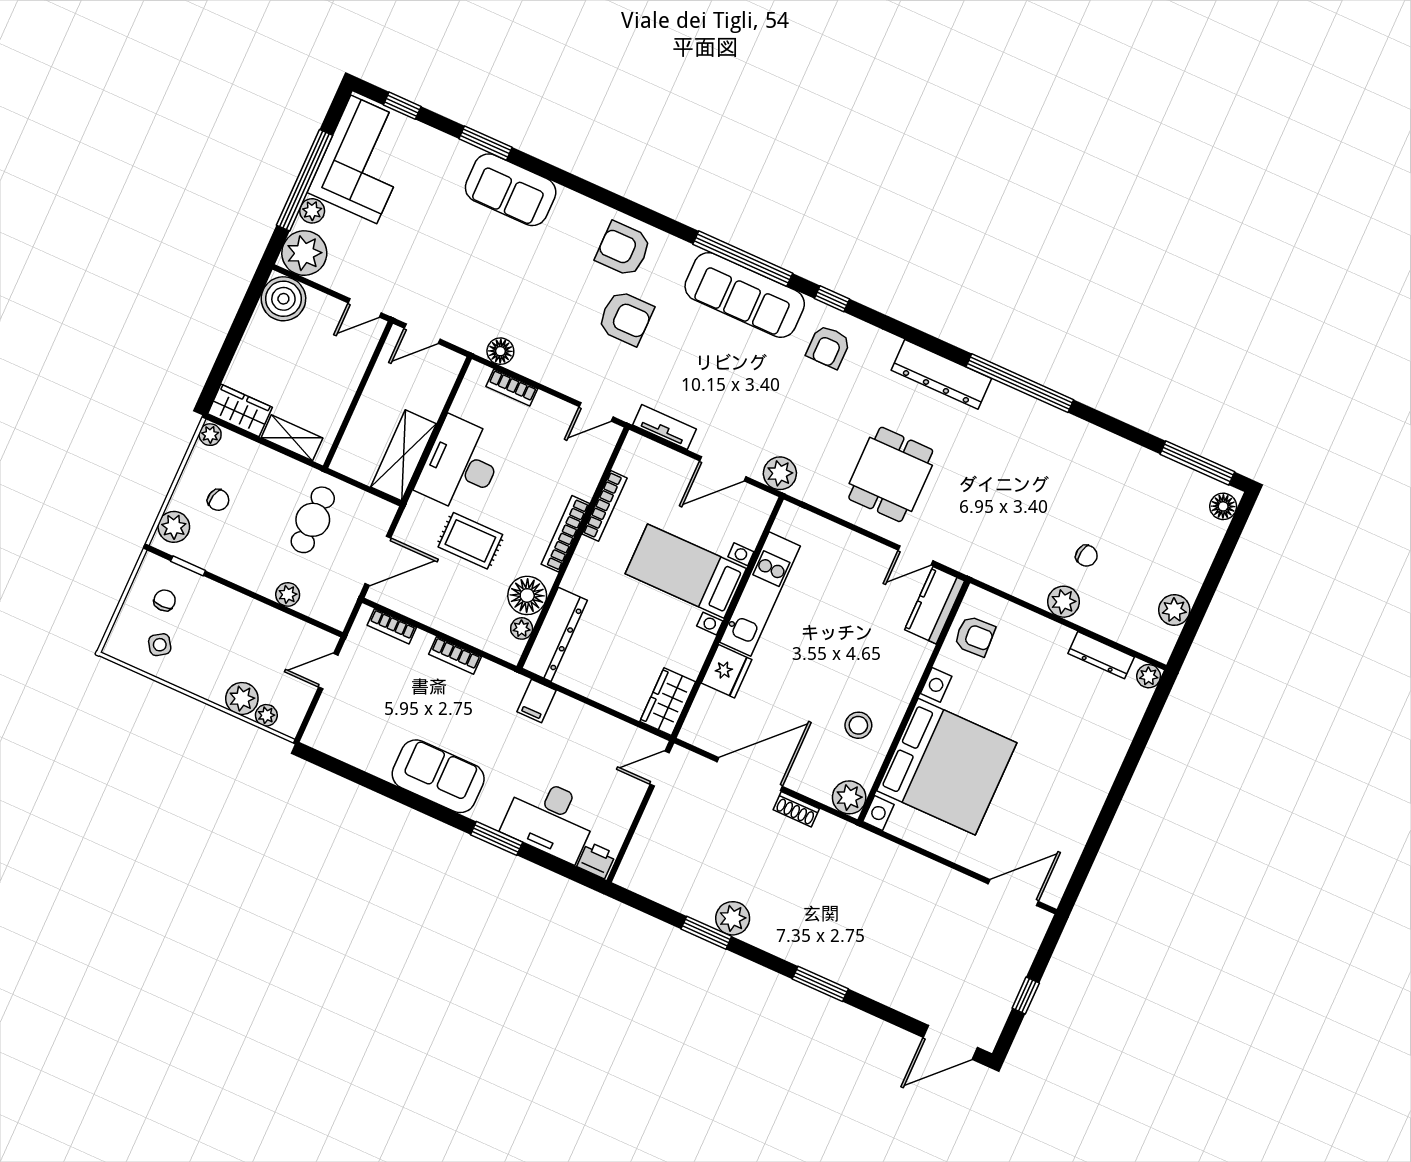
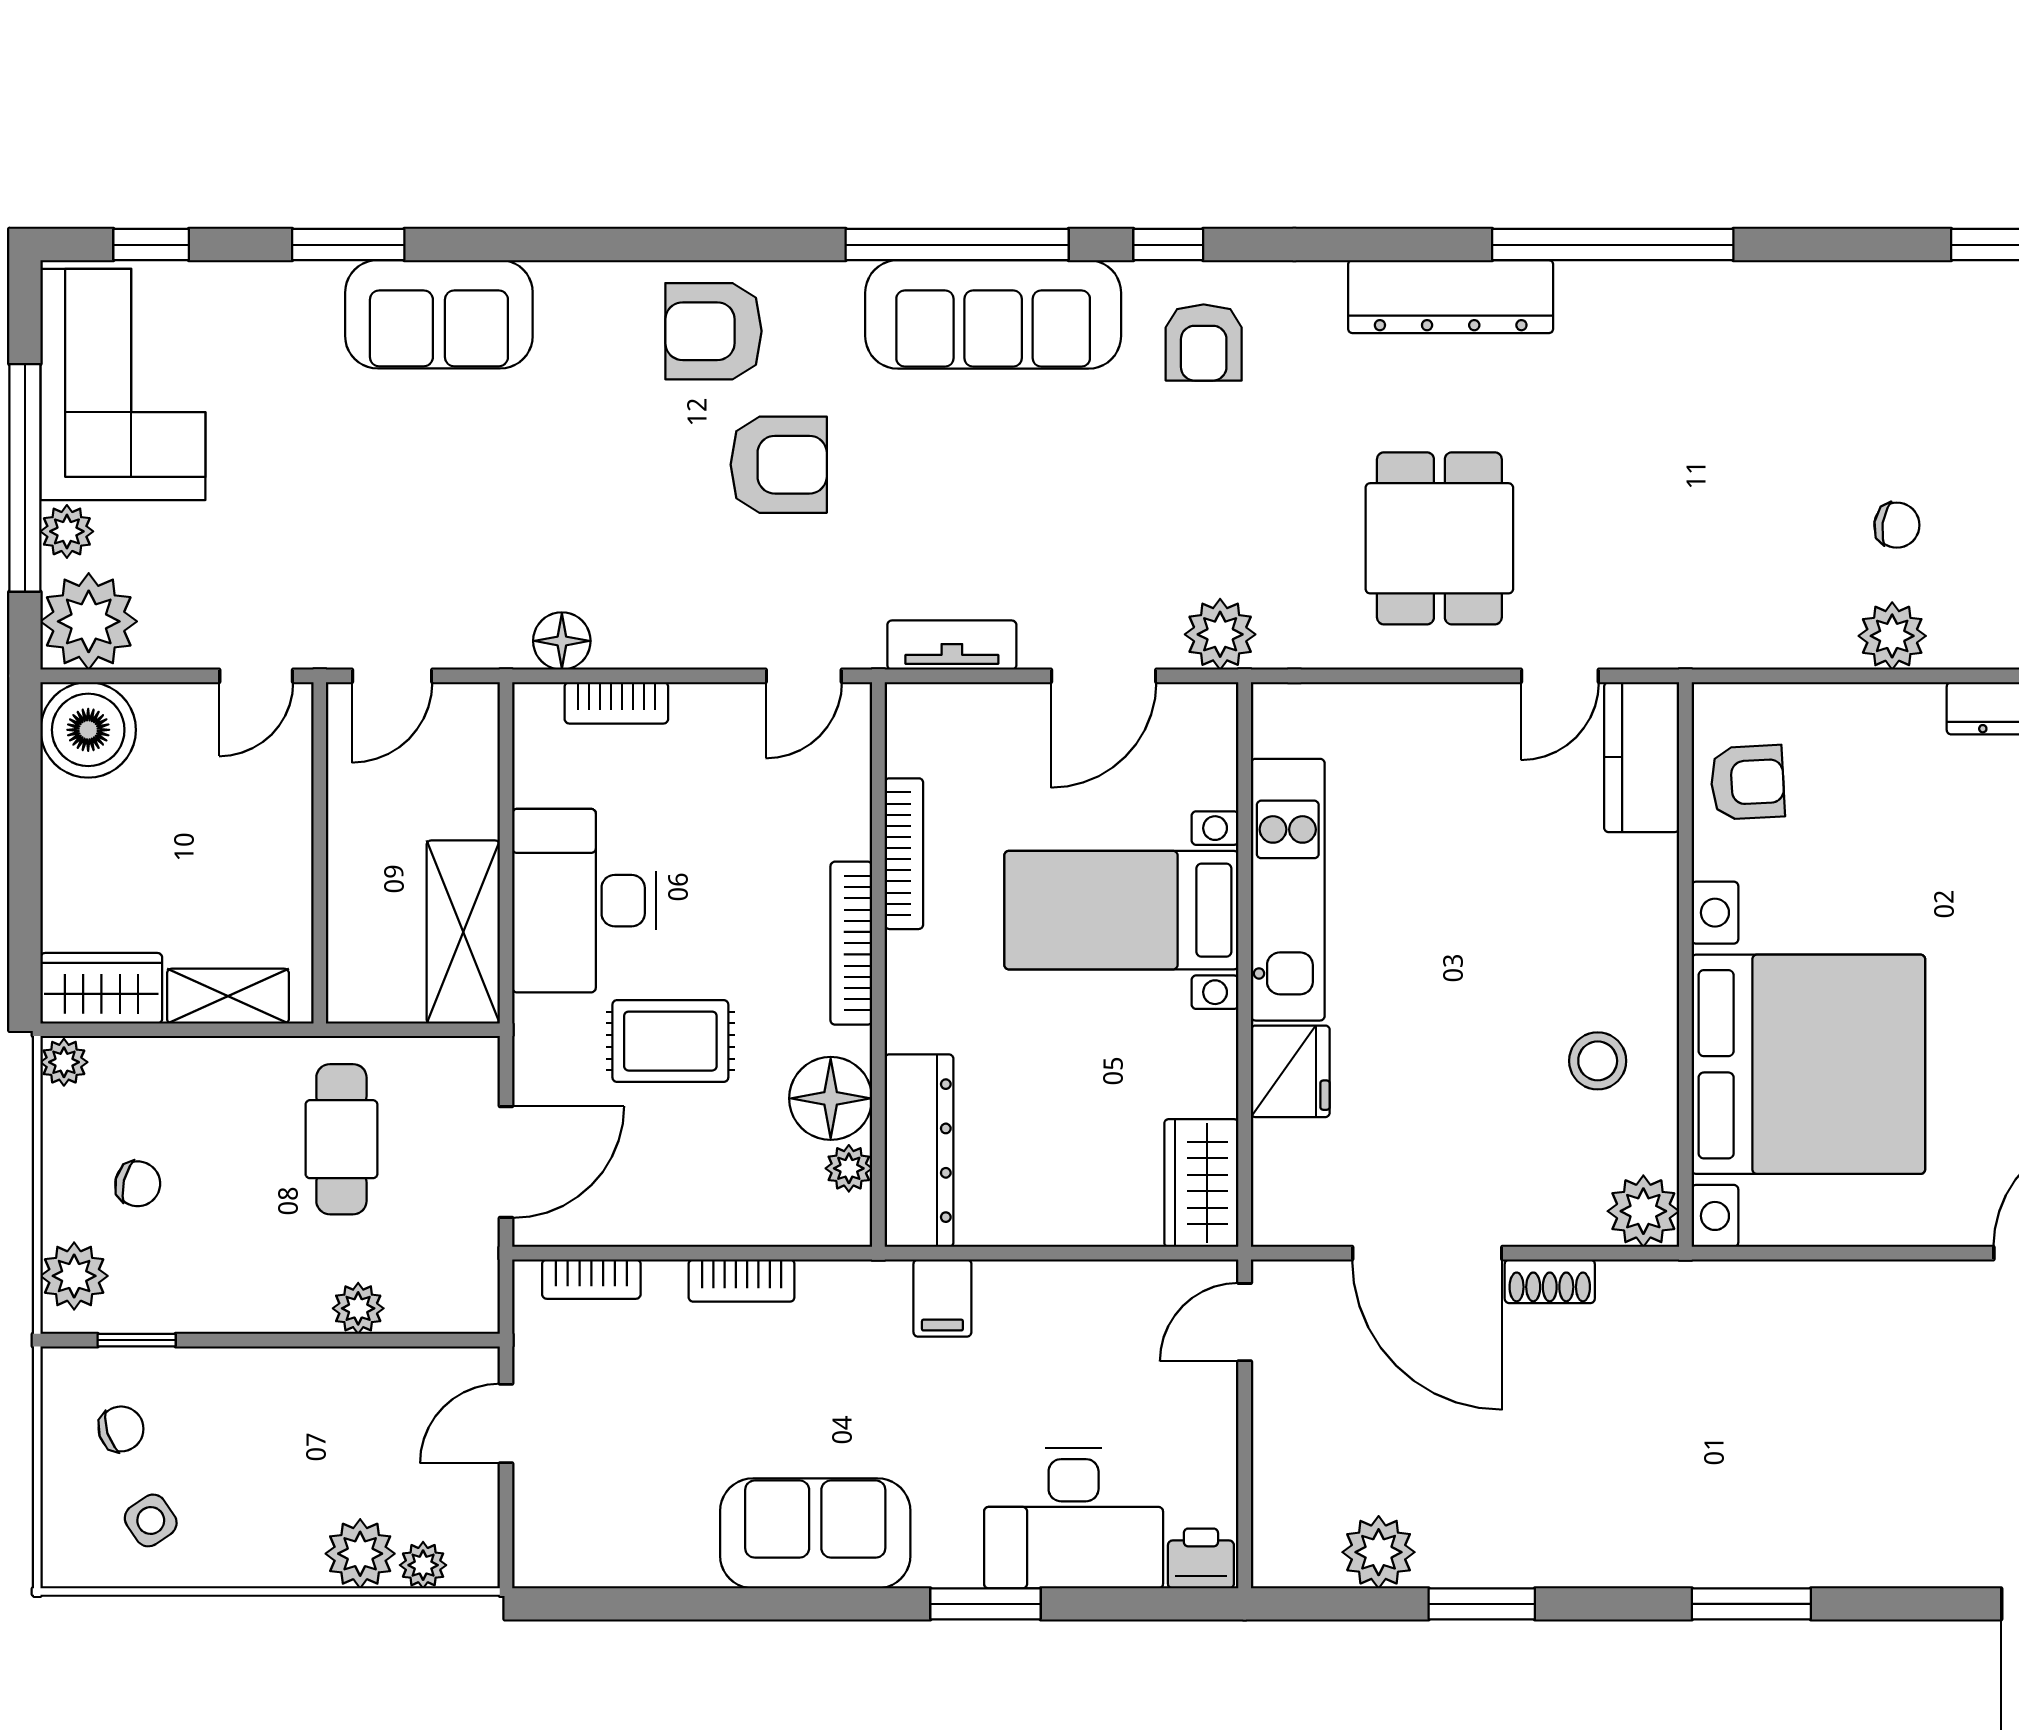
chair: (165, 600) -> (121, 1429), turned 72
door: (750, 774) -> (1427, 1253), swing flipped
plant: (733, 918) -> (1379, 1552), moved

